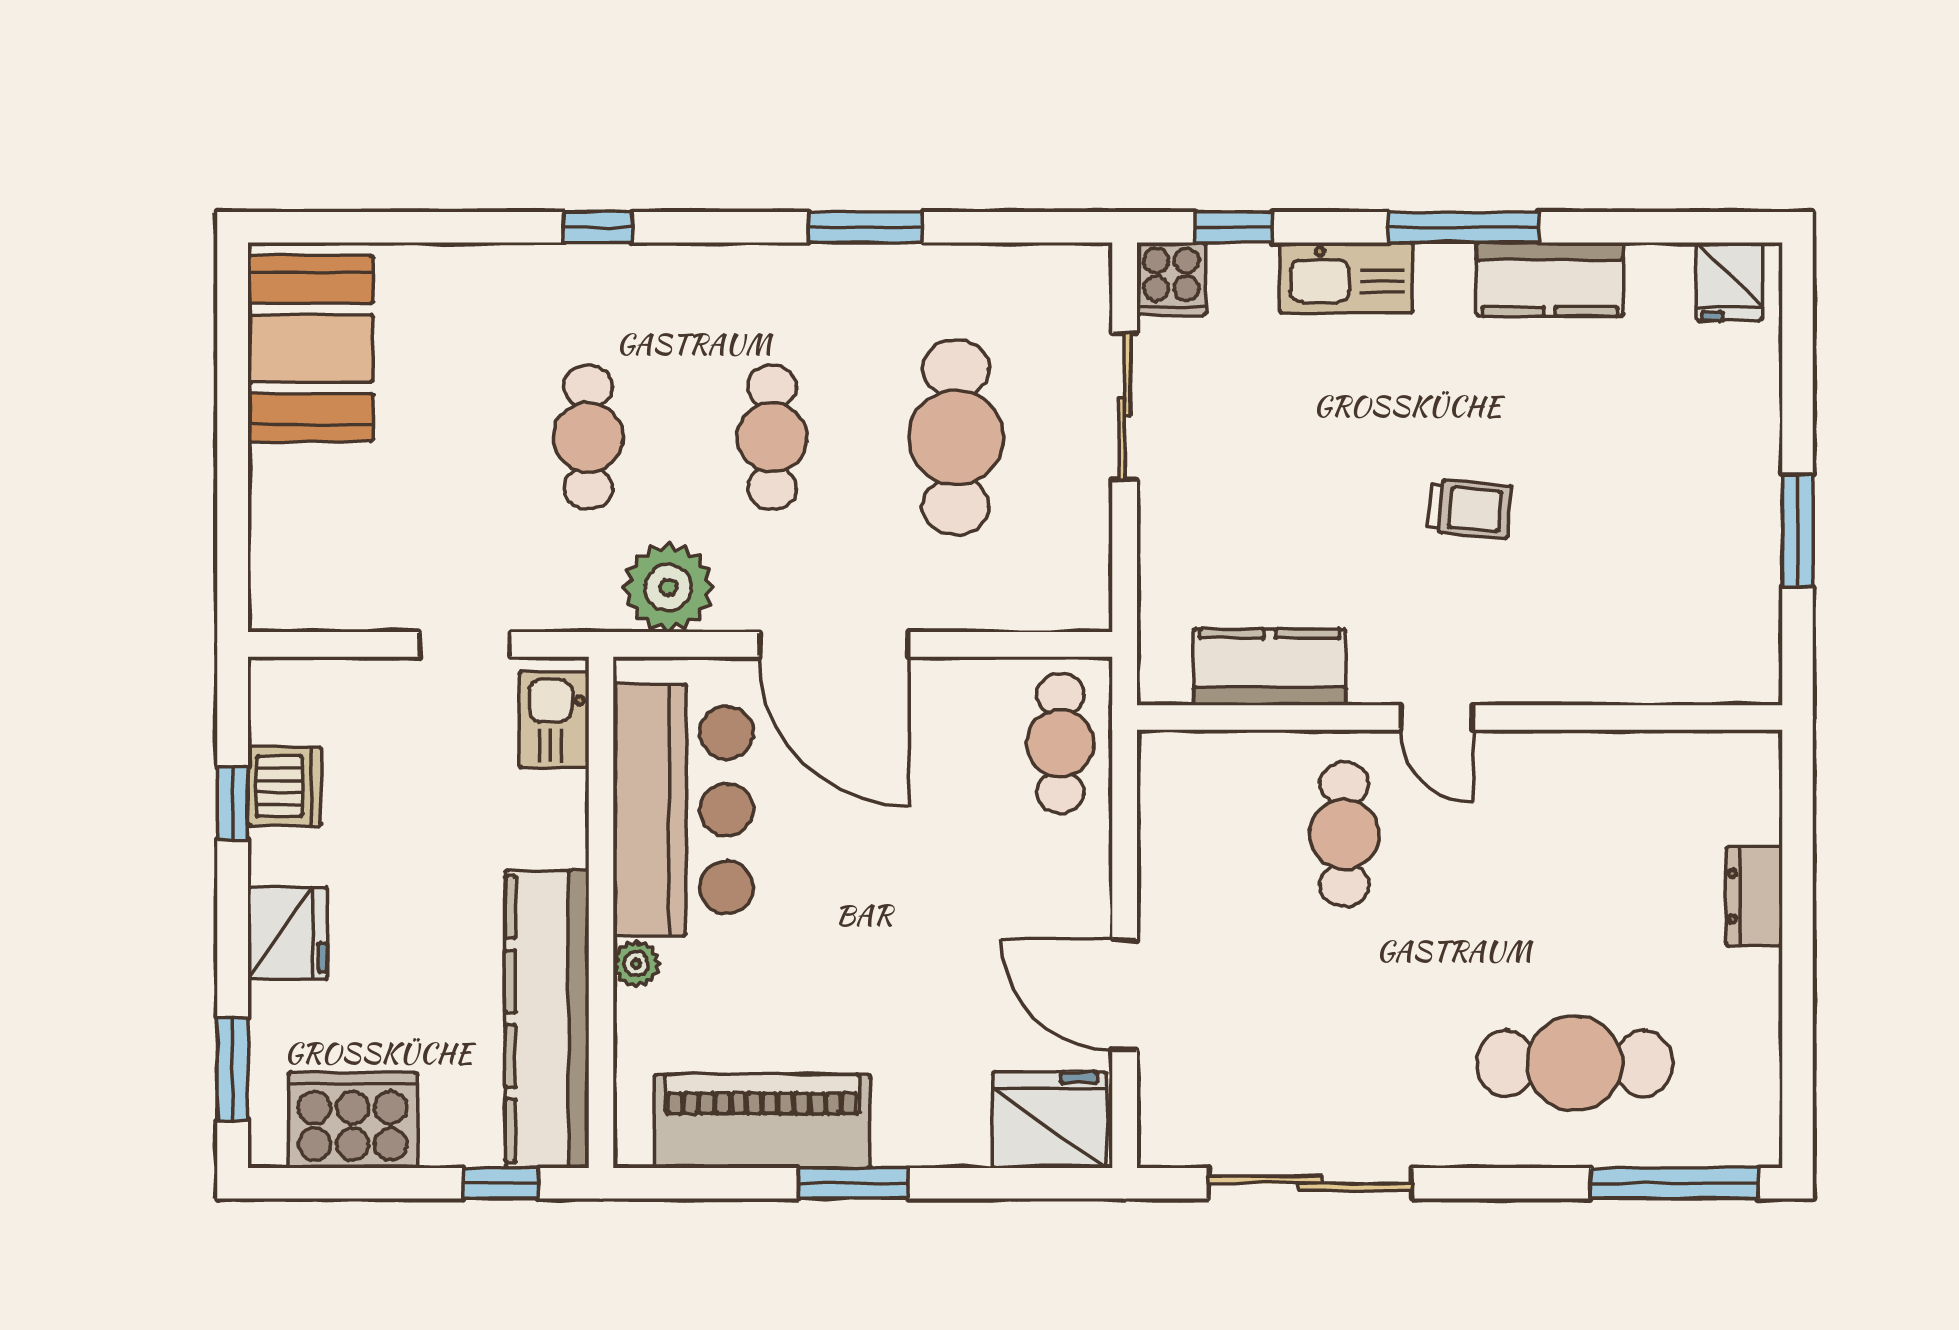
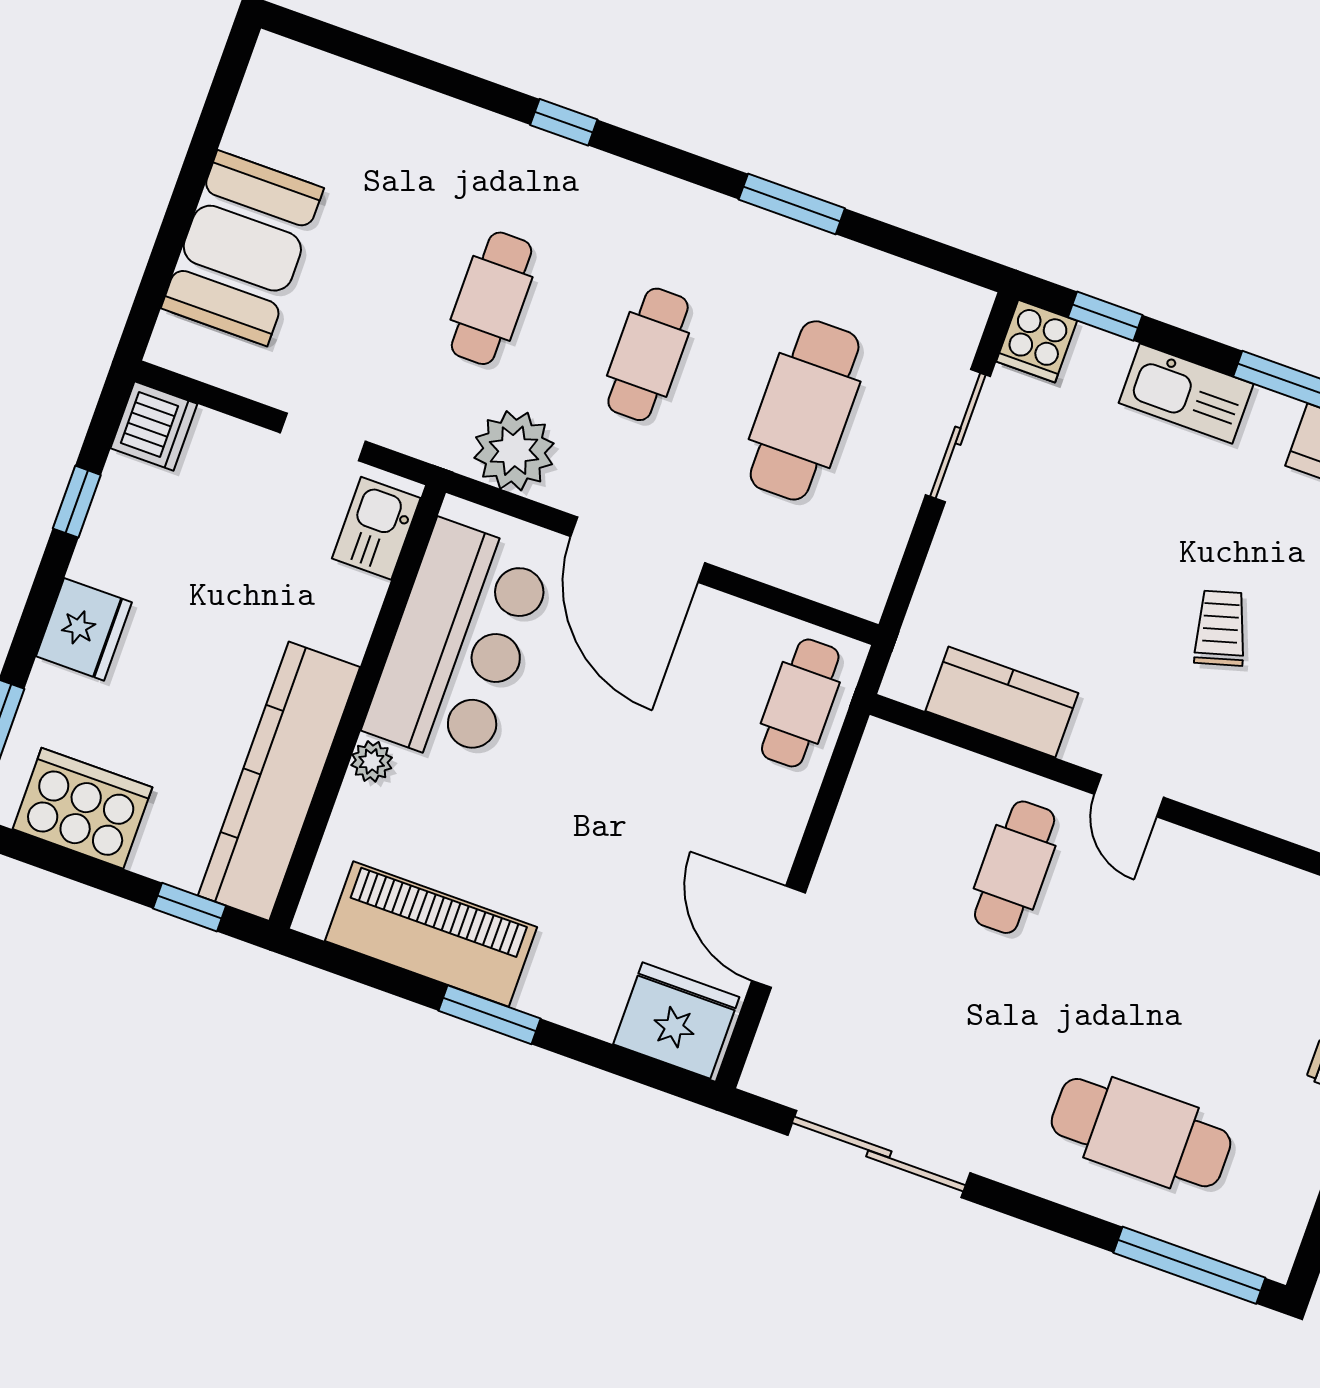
booth: (310, 348) -> (242, 248), moved
trolley: (1470, 509) -> (1220, 628), turned -111
dishwasher: (285, 786) -> (154, 426), moved

